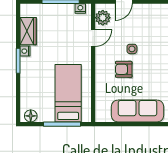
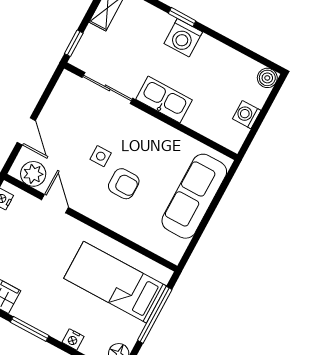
nightstand: (25, 51) -> (73, 339), moved
armchair: (124, 69) -> (124, 184), turned -90

